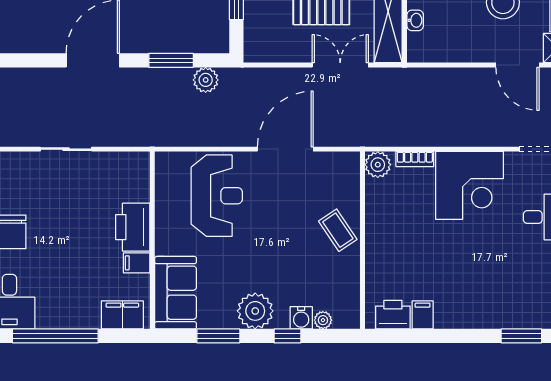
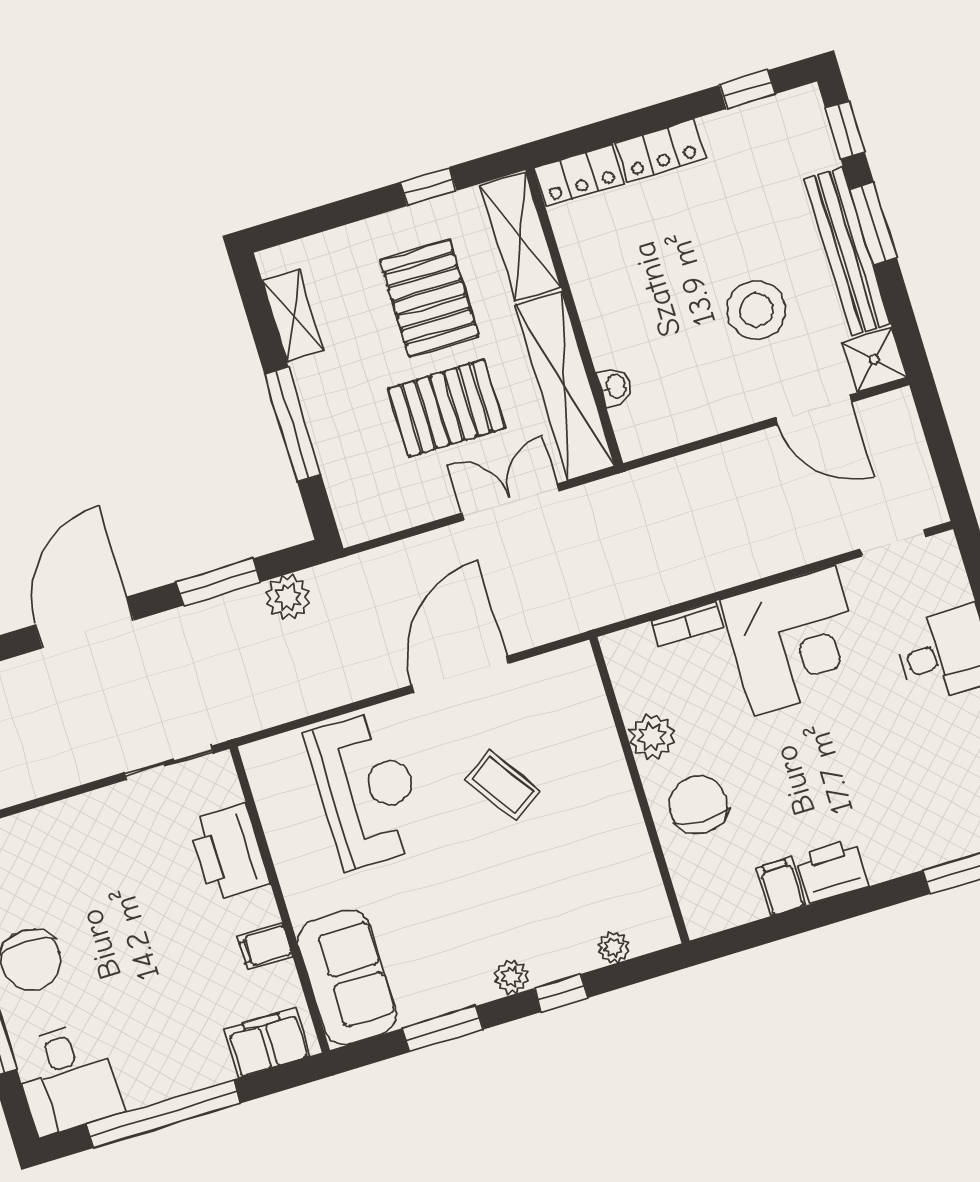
sliding door: (66, 149) -> (169, 763), moved
plant: (378, 165) -> (652, 737), moved
printer: (133, 227) -> (229, 853), moved
coffee table: (338, 230) -> (503, 785), moved
chair: (391, 258) -> (698, 805), added
plant: (255, 311) -> (511, 977), width x0.53, depth x0.53
printer: (393, 315) -> (832, 871), moved
water cooler: (301, 318) -> (575, 955), removed

